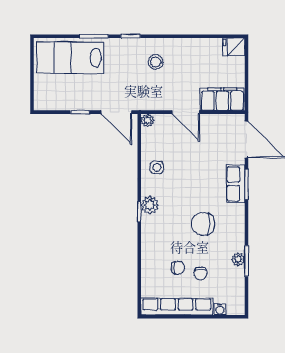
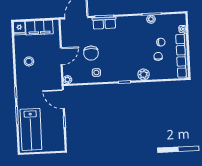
stool: (156, 62) -> (29, 61), moved
filing cabinet: (222, 99) -> (39, 28), moved, turned -90
door: (116, 112) -> (63, 99), swing flipped
plant: (150, 205) -> (144, 74), moved
chair: (203, 224) -> (91, 53), moved

